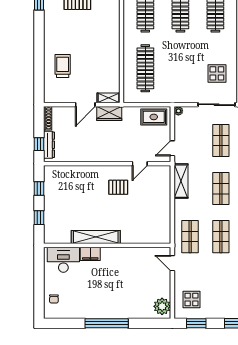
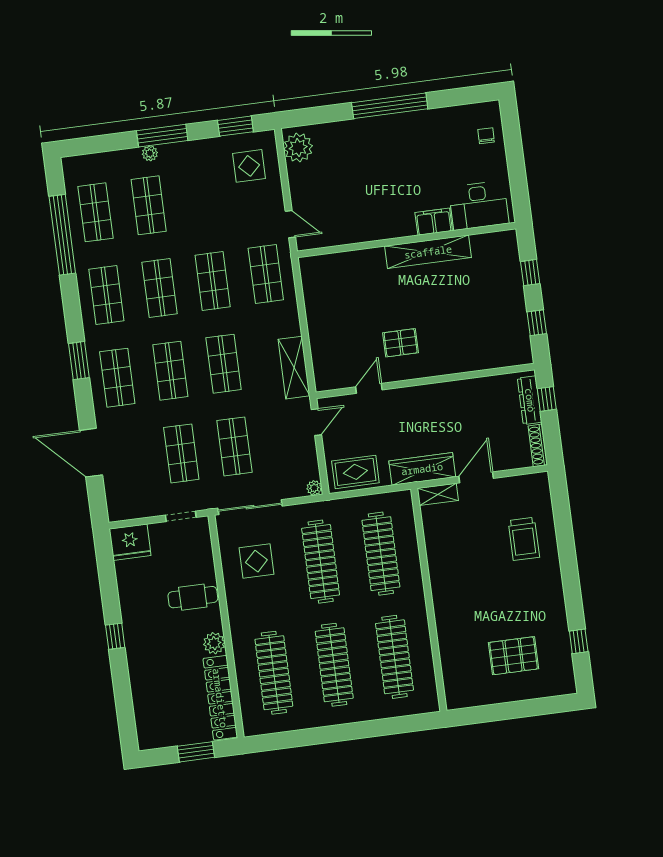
clothes rail: (180, 68) -> (321, 562), added
wardrobe: (109, 114) -> (422, 469), width x1.50

